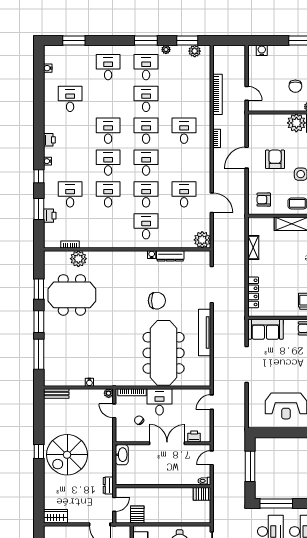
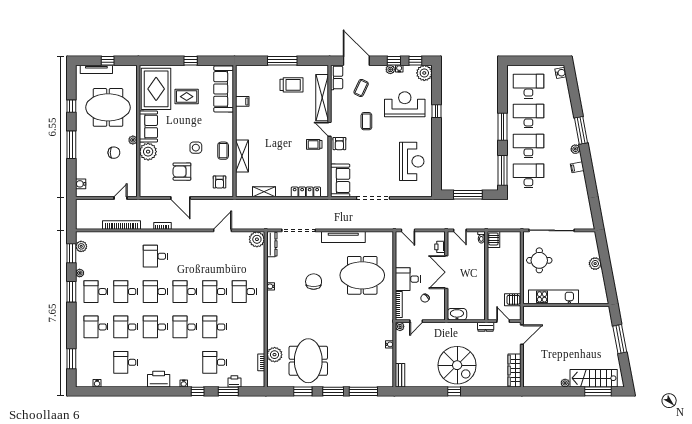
printer: (49, 140) -> (159, 379), width x1.87, depth x1.48
desk: (184, 194) -> (126, 327), moved
dresser: (170, 256) -> (272, 244), moved
meeting table: (164, 353) -> (362, 275), width x0.73
wardrobe: (55, 516) -> (514, 370), width x1.50

